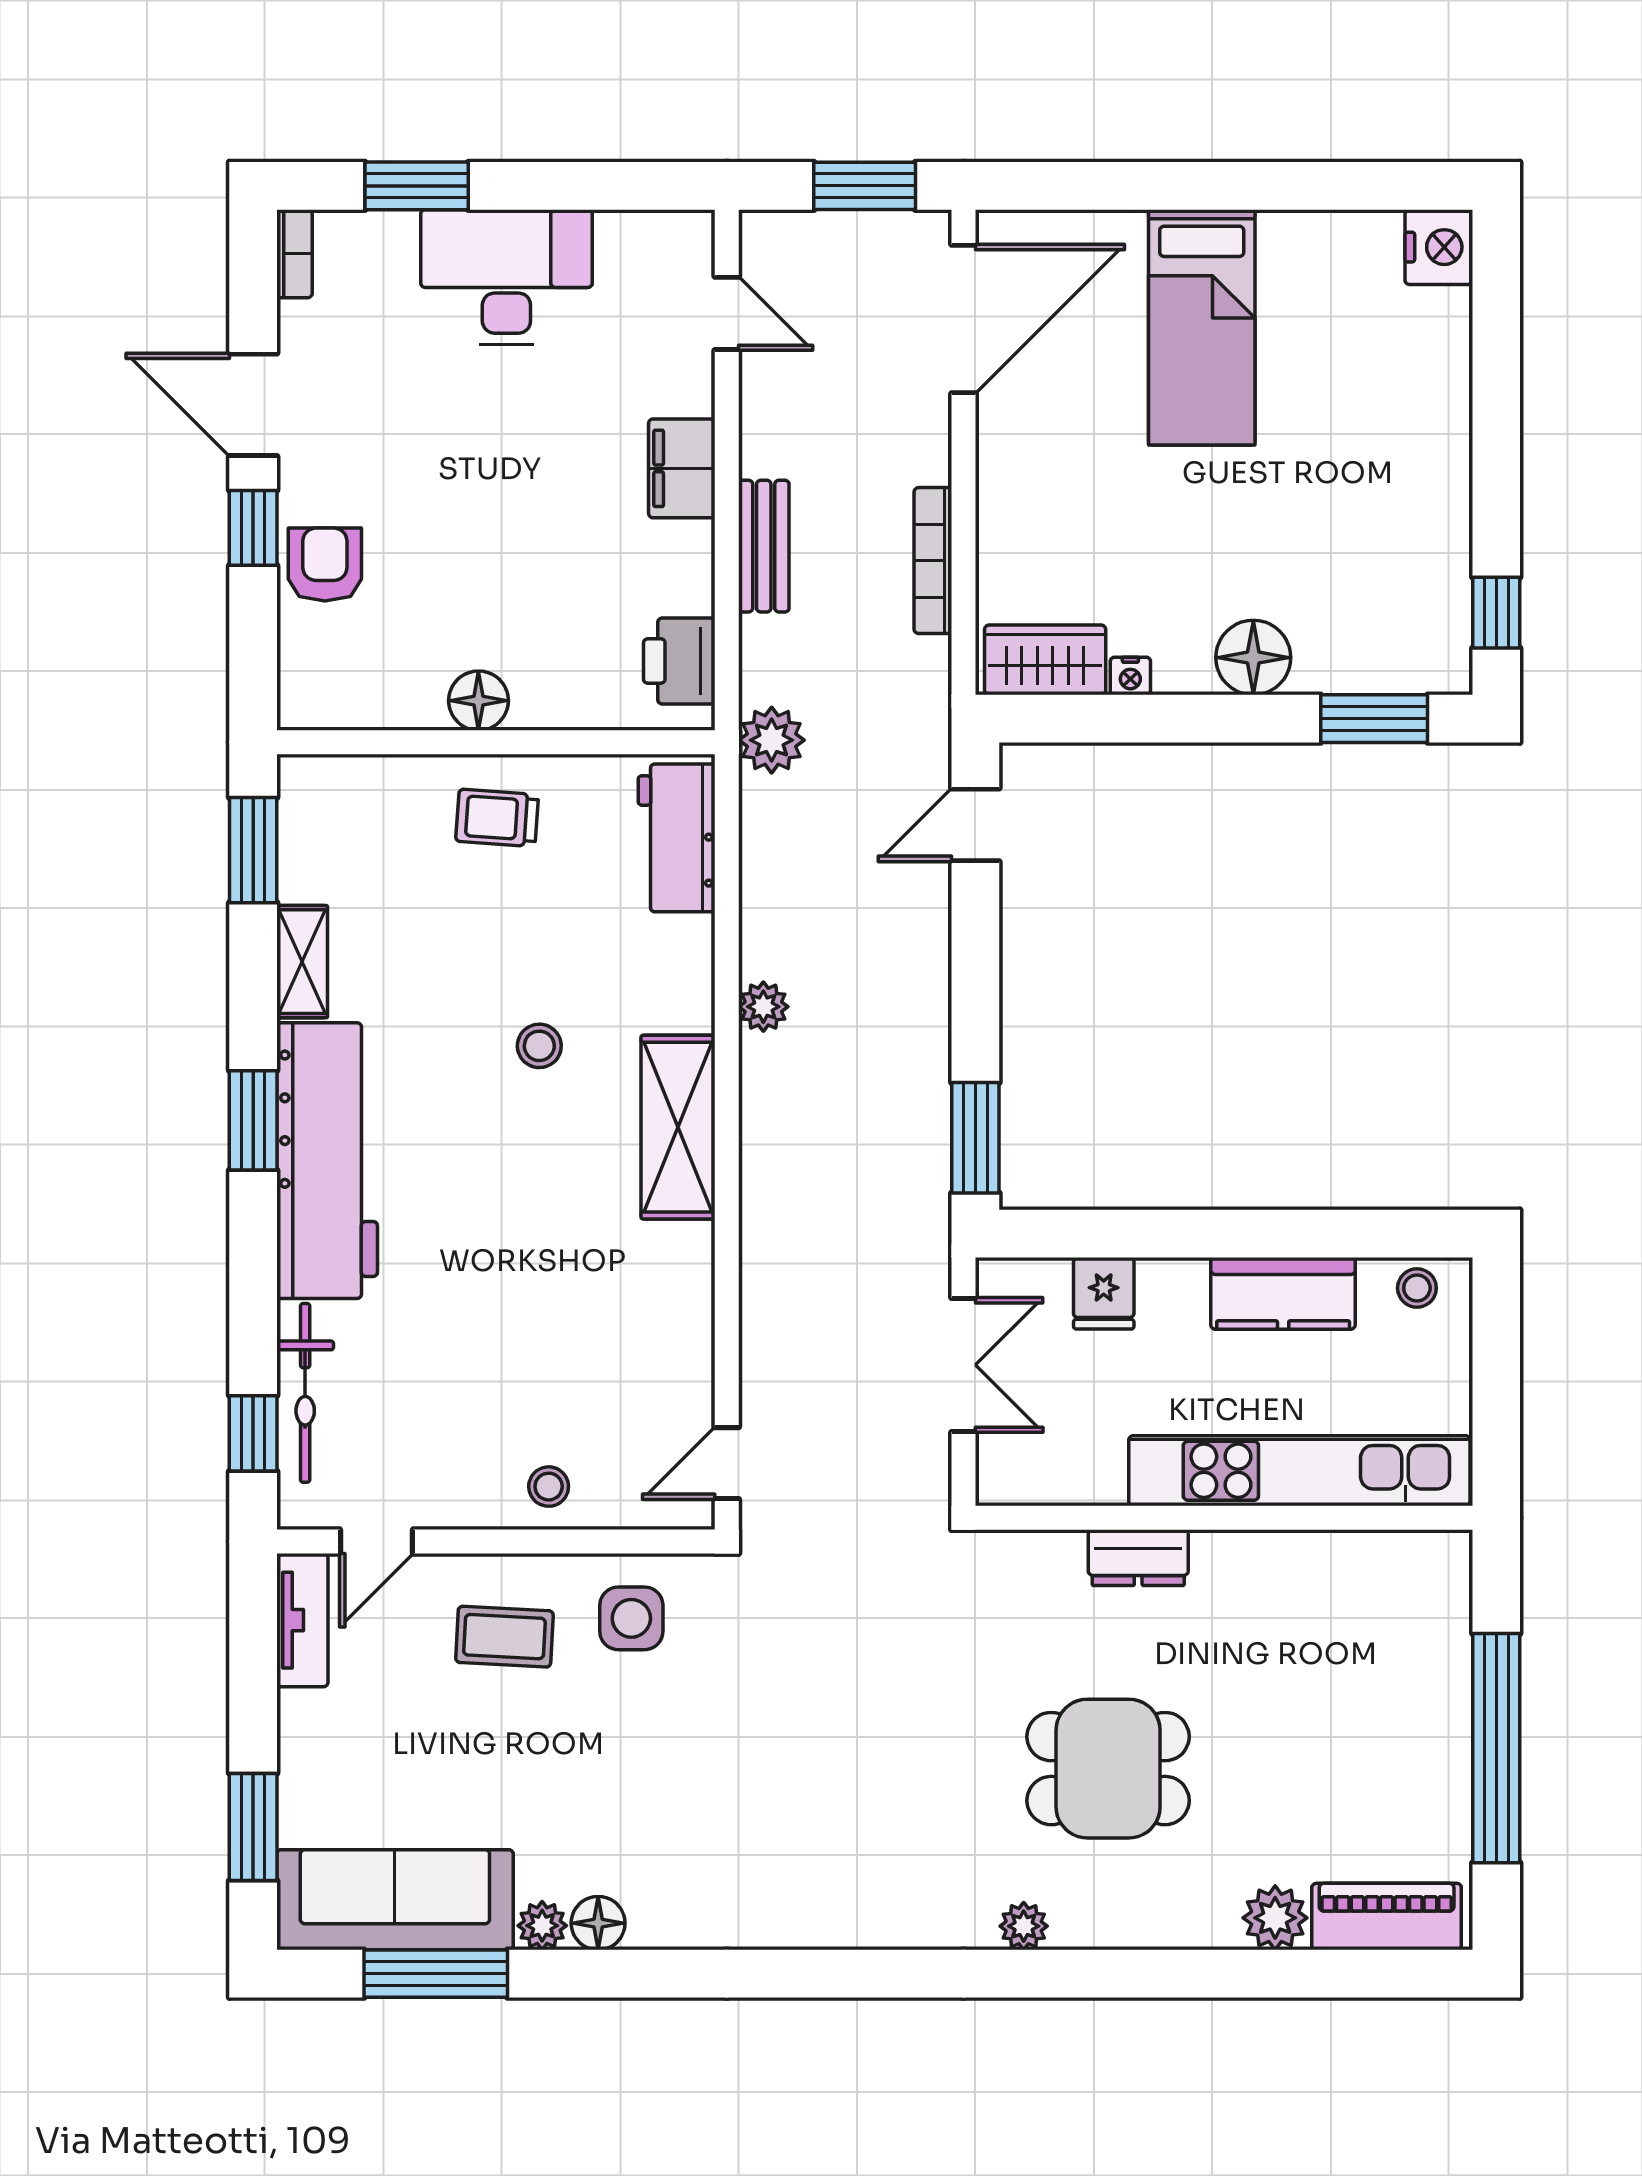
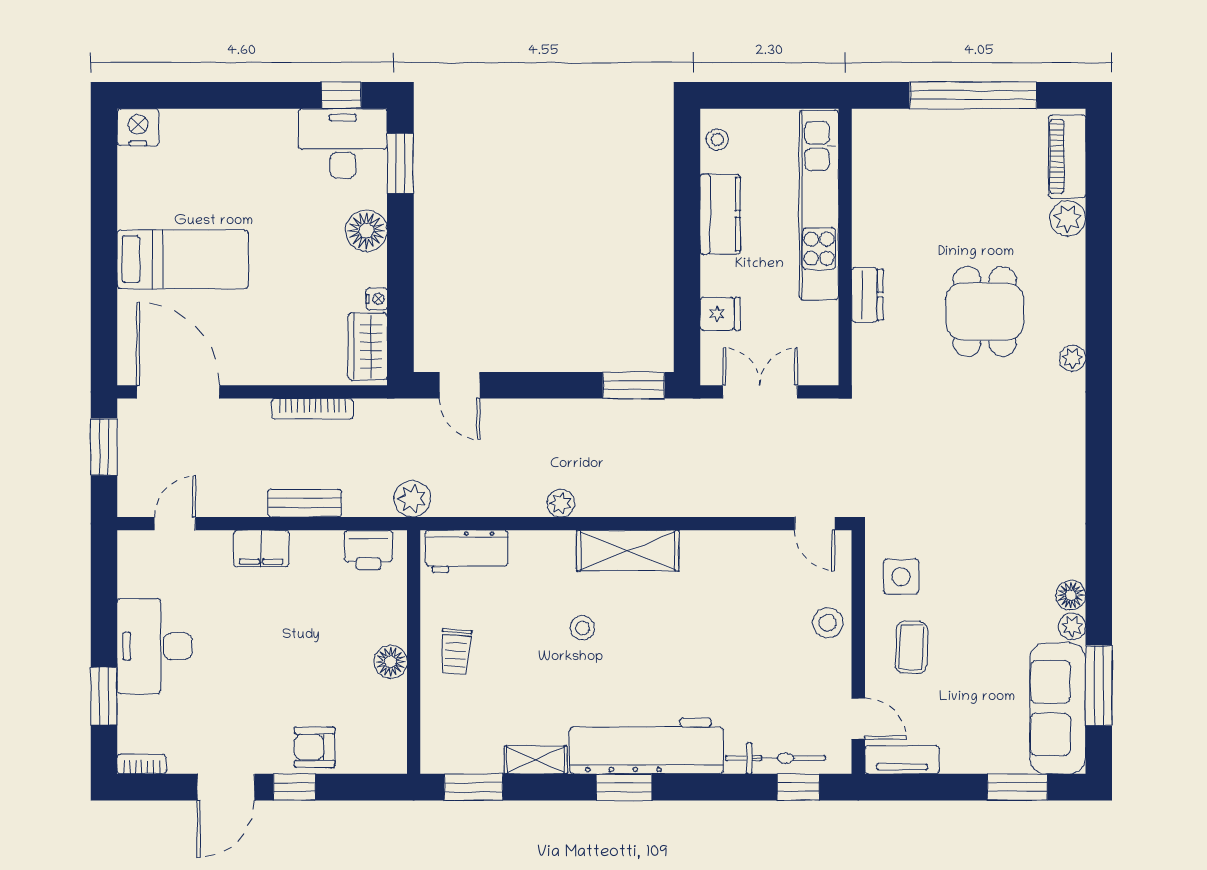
desk: (1410, 615) -> (343, 143), added
stool: (549, 1487) -> (828, 623), width x1.37, depth x1.37

